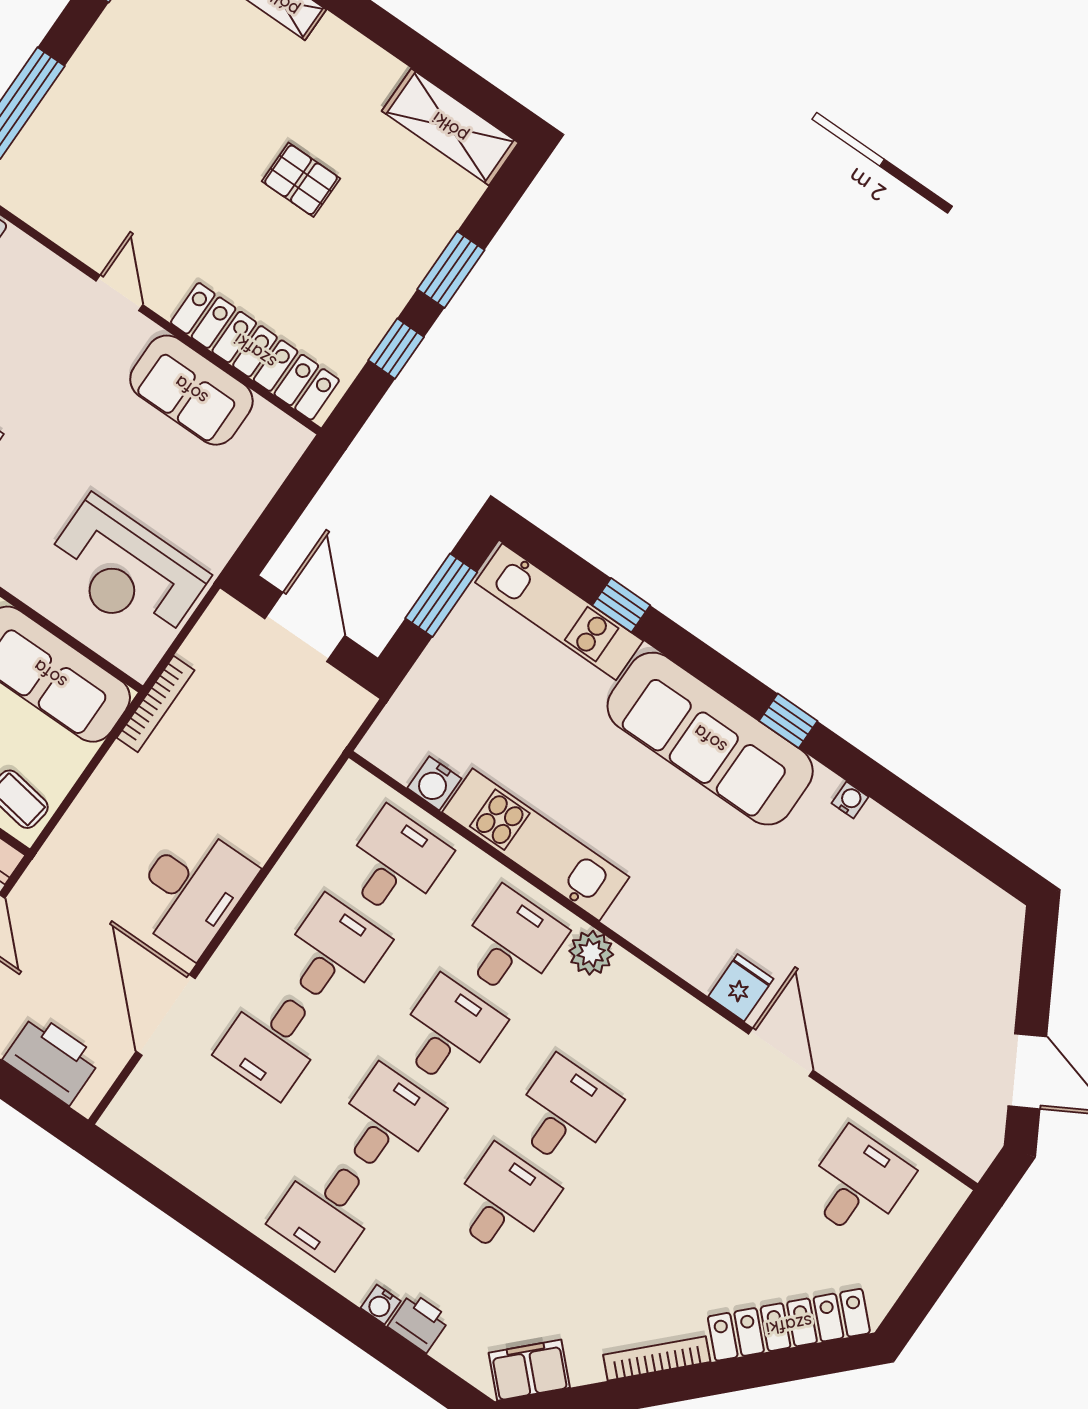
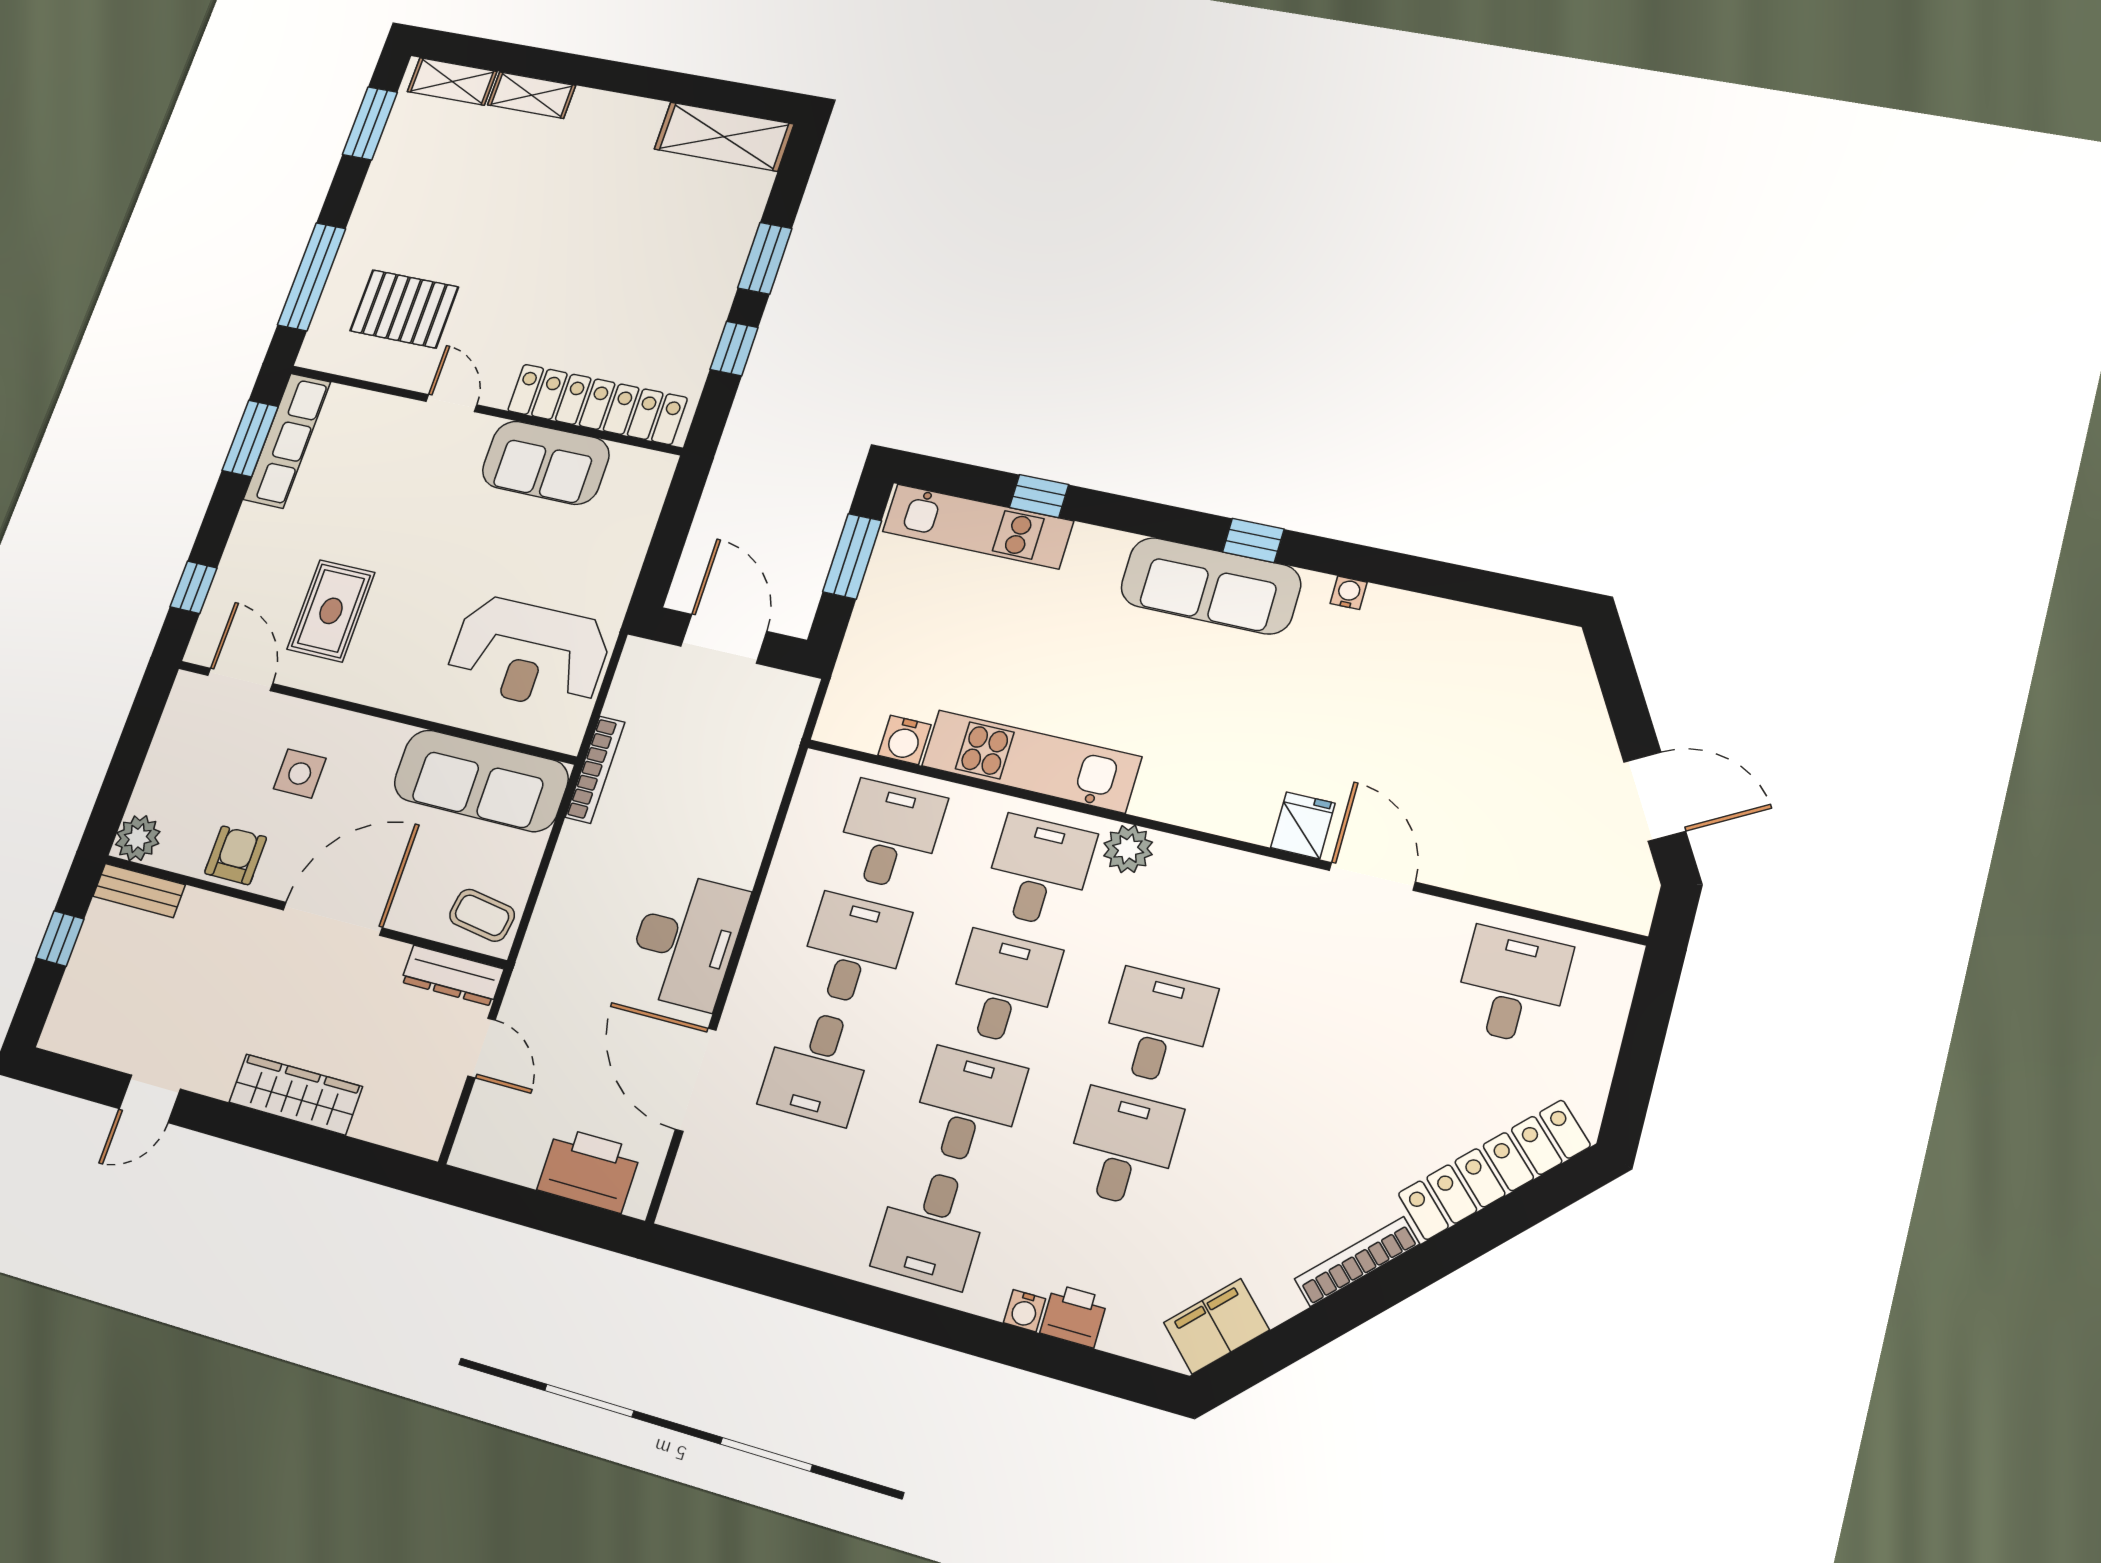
pallet: (301, 180) -> (404, 309), moved, width x1.50, depth x1.42
sofa: (710, 739) -> (1211, 586), width x0.74, depth x0.79

